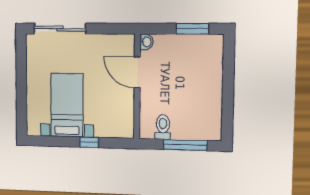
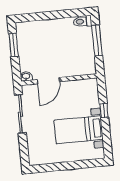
sliding door: (60, 29) -> (20, 114), moved
toilet: (163, 127) -> (82, 21), moved

